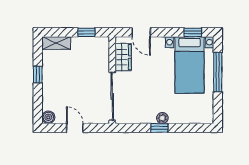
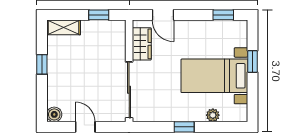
bed with nightstands: (189, 65) -> (214, 76), moved, turned 90
window: (218, 72) -> (253, 61), width x0.46
plant: (162, 118) -> (213, 115), moved

